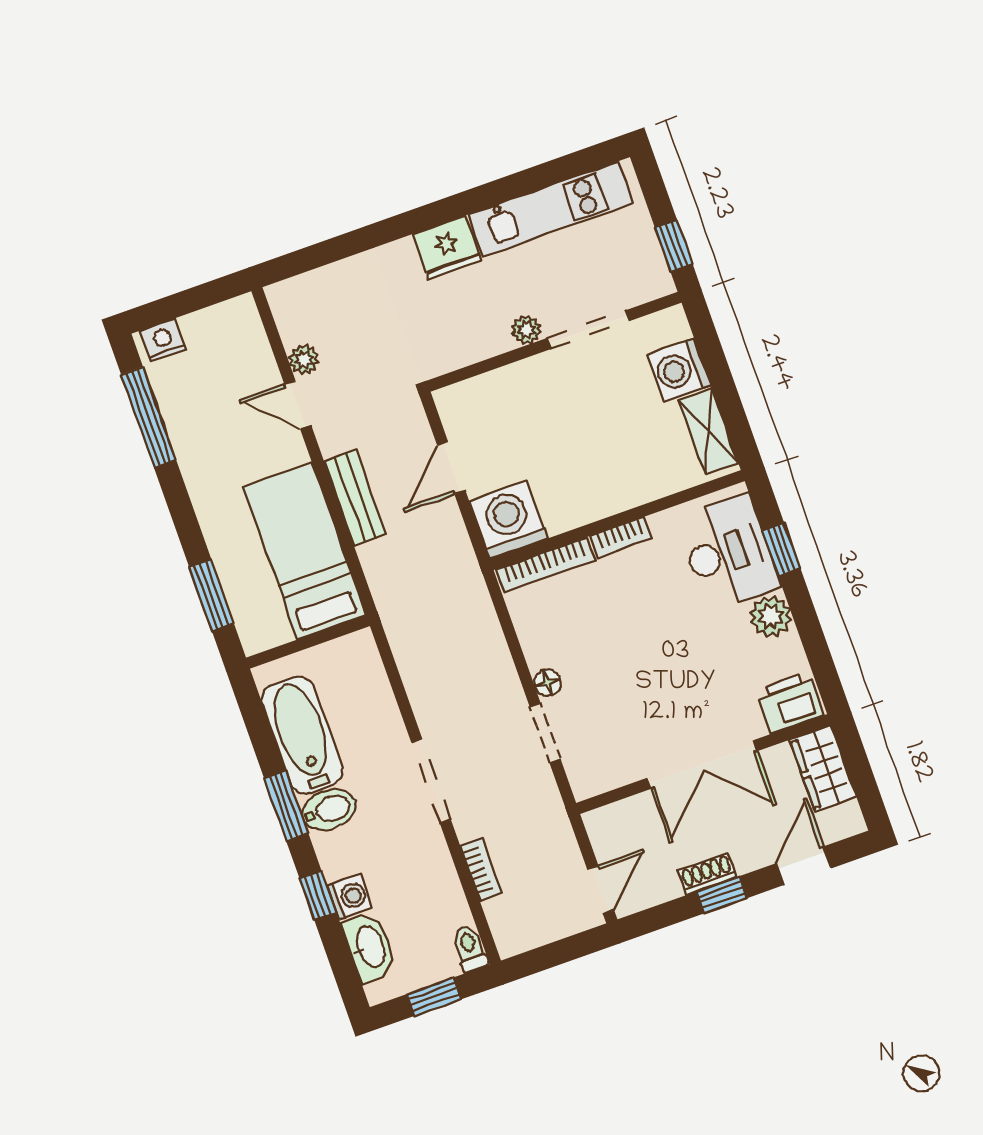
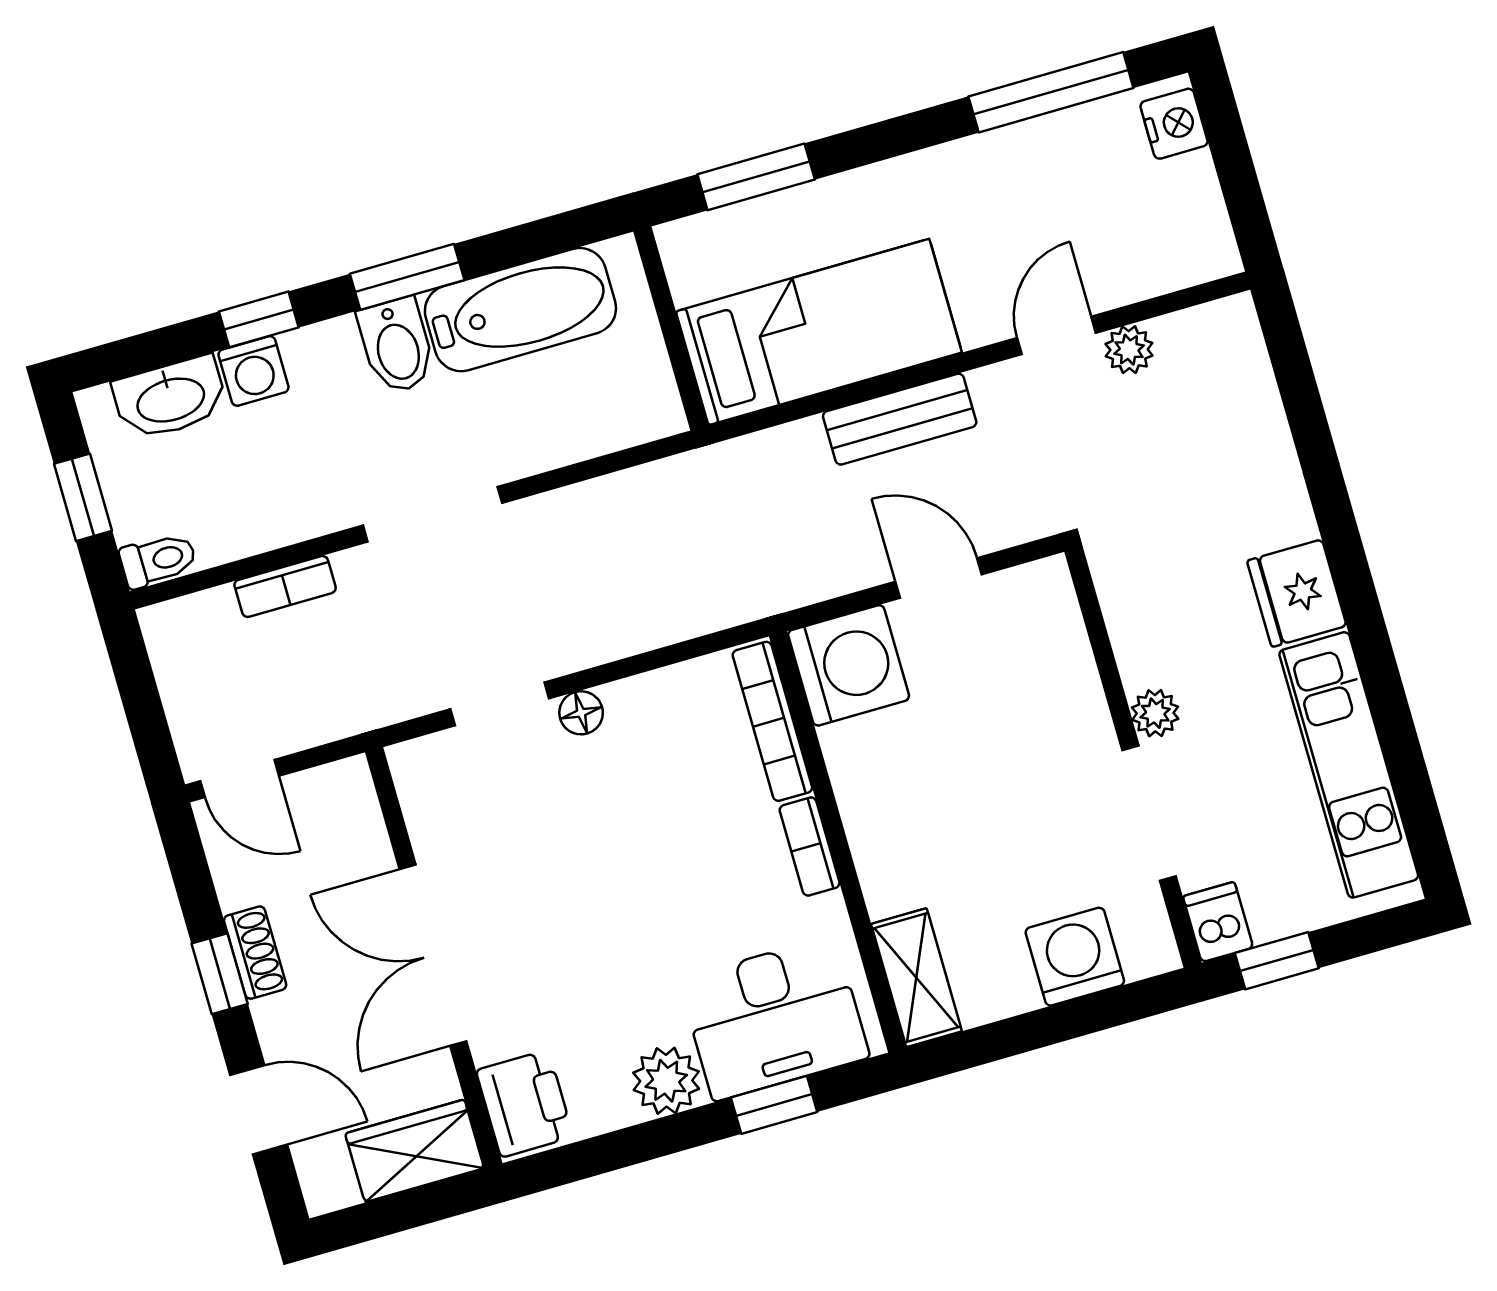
dishwasher: (652, 283) -> (1218, 922), added
shelving: (708, 431) -> (916, 978), moved, turned 90

